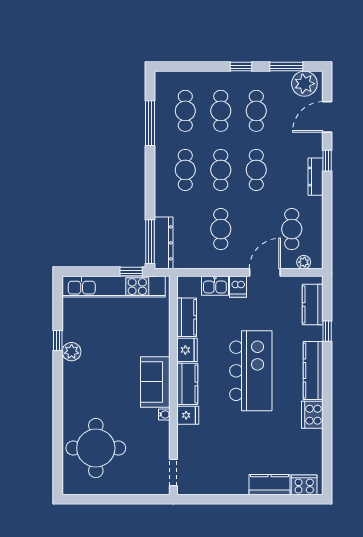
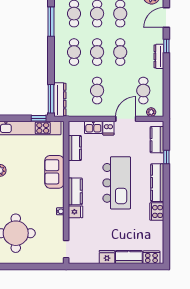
fridge: (187, 350) -> (107, 257), moved, turned -90
sofa: (155, 382) -> (54, 172), moved

